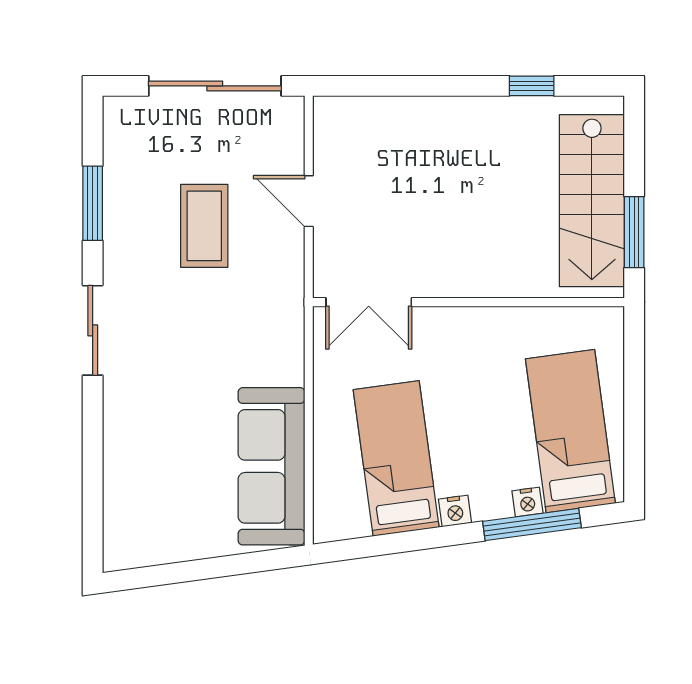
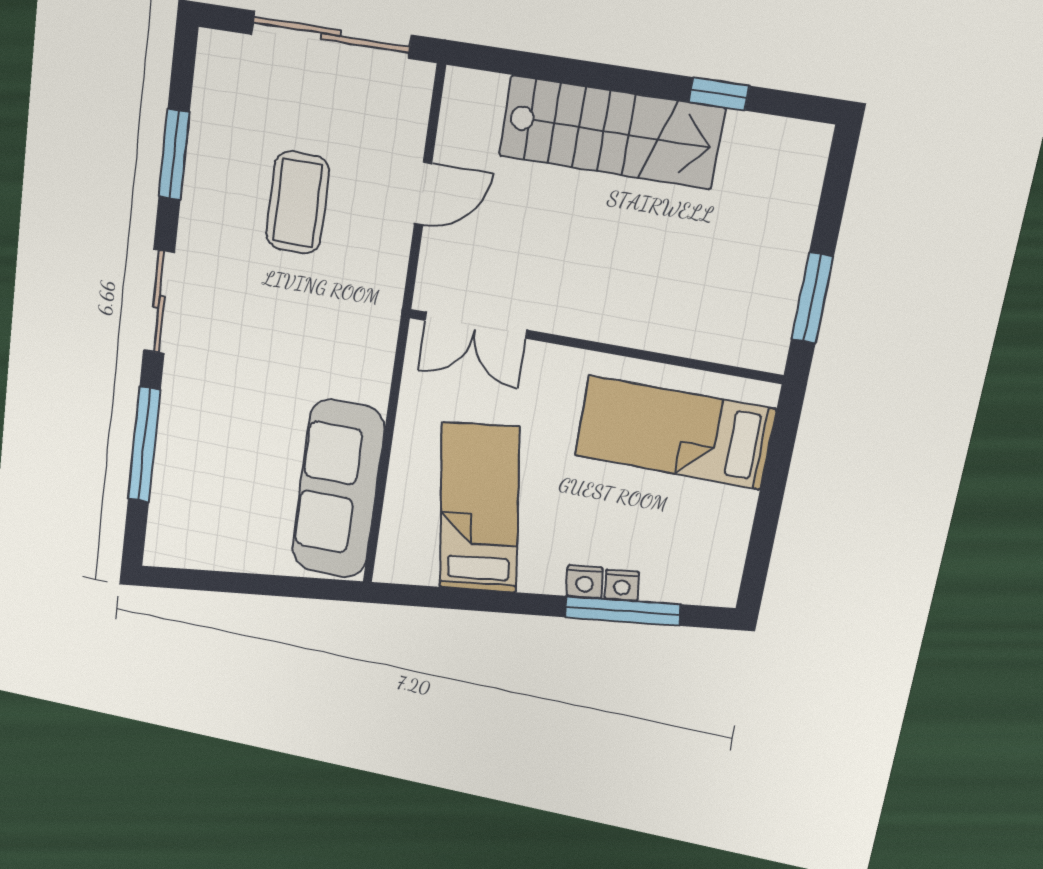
door: (309, 201) -> (423, 193), swing flipped
stairs: (592, 201) -> (611, 132), moved, turned -90
bed: (570, 431) -> (674, 432), moved, turned -82
window: (93, 460) -> (144, 445), added
nightstand: (455, 511) -> (584, 582), moved

